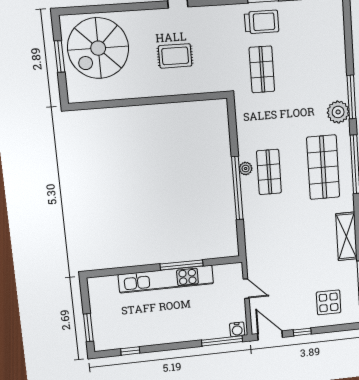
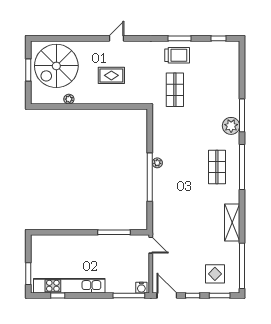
plant: (120, 93) -> (69, 99), added
shop shelf: (323, 167) -> (217, 167), width x0.70, depth x0.74
shop shelf: (269, 172) -> (175, 167), removed
window: (182, 265) -> (114, 232), moved
kitchen unit: (166, 279) -> (69, 286), moved, turned 180
door: (246, 289) -> (151, 245), moved
window: (336, 328) -> (220, 296), added

